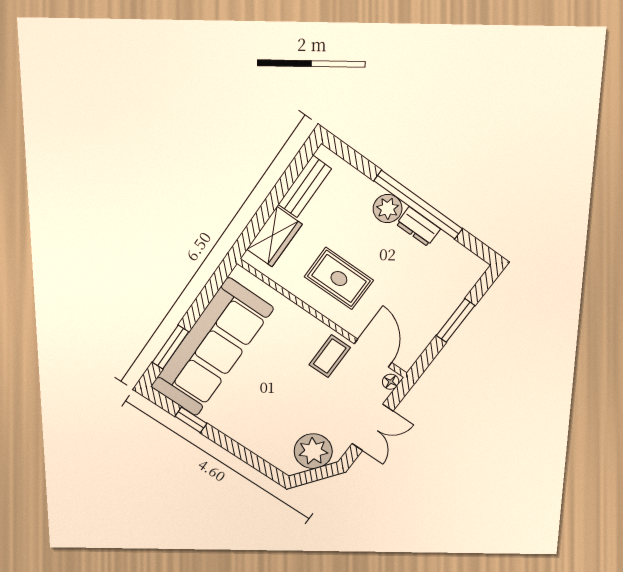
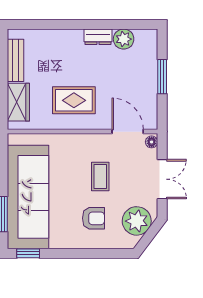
window: (418, 205) -> (89, 24), removed
plant: (388, 209) -> (124, 39), moved
coffee table: (330, 356) -> (100, 177), moved
armchair: (268, 418) -> (94, 218), added
window: (191, 420) -> (28, 253), moved

